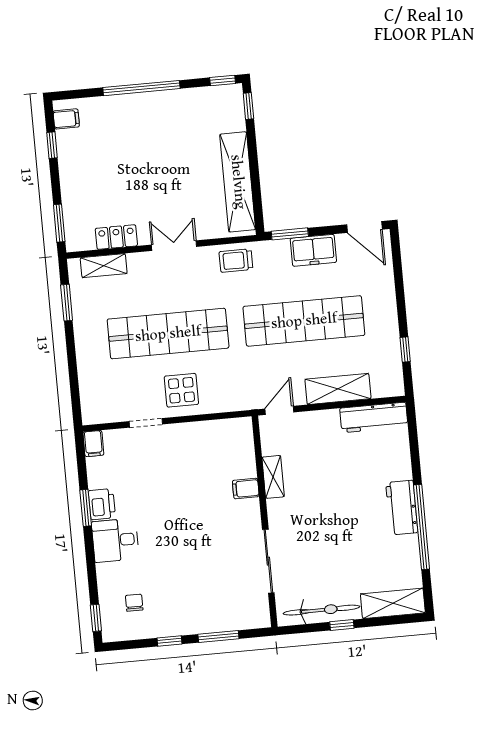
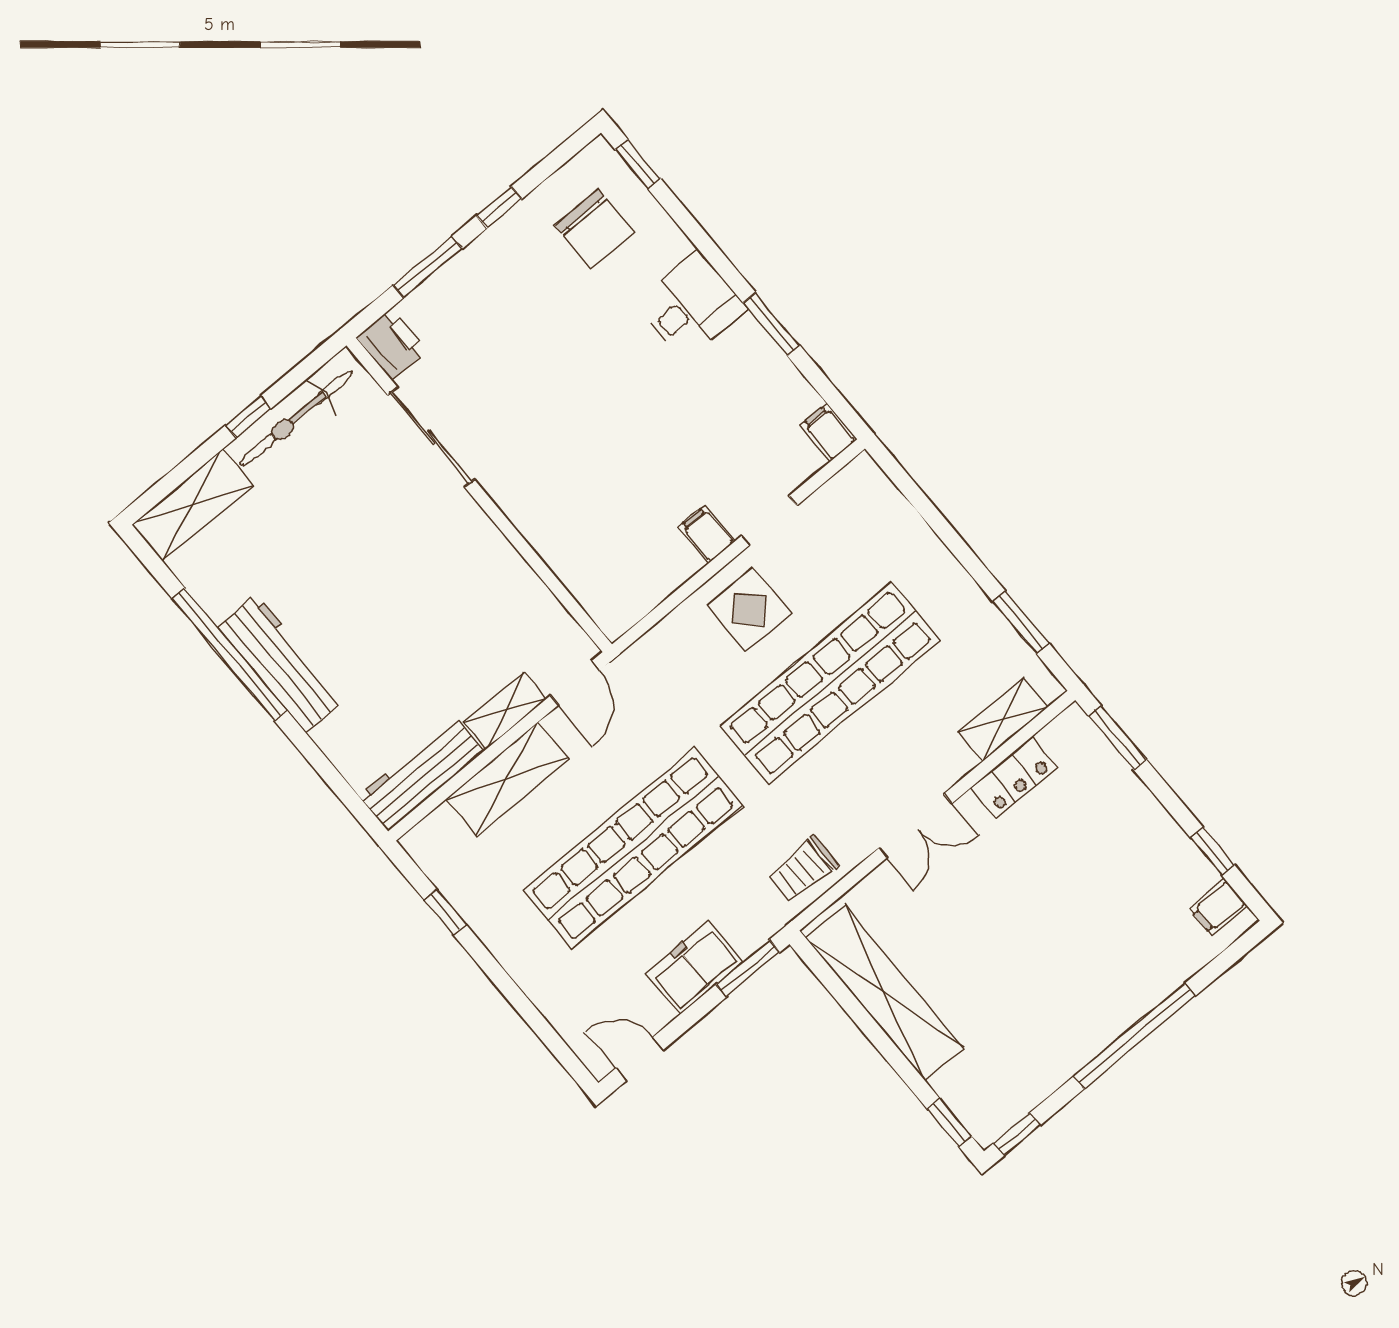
door: (364, 227) -> (640, 1059), width x0.73
trolley: (236, 261) -> (803, 869), turned 180
shelving: (273, 477) -> (505, 710), moved, turned 90
filing cabinet: (246, 489) -> (707, 534), moved, turned -90
printer: (102, 504) -> (391, 344), moved, turned 180
workbench: (402, 508) -> (281, 663), width x1.38
chair: (134, 603) -> (595, 229), width x1.87, depth x1.87

